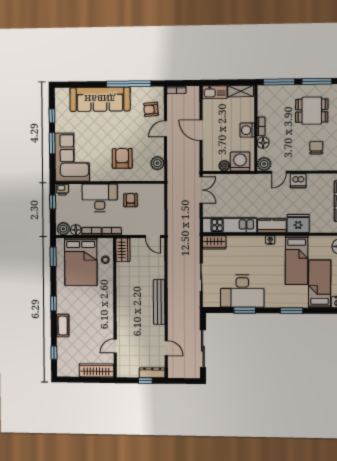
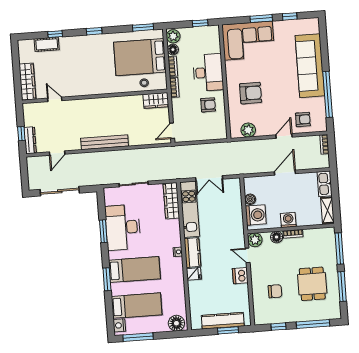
armchair: (151, 109) -> (303, 119), turned 94
door: (166, 129) -> (284, 136), hinge flipped
printer: (62, 190) -> (214, 33), removed
double door: (201, 190) -> (209, 178), moved
fridge: (298, 224) -> (194, 274), width x0.53, depth x0.75
wardrobe: (214, 242) -> (171, 201), width x1.50
bed: (297, 260) -> (134, 269), moved, turned 180
cot: (63, 326) -> (47, 44), moved
window: (54, 353) -> (55, 34), moved

